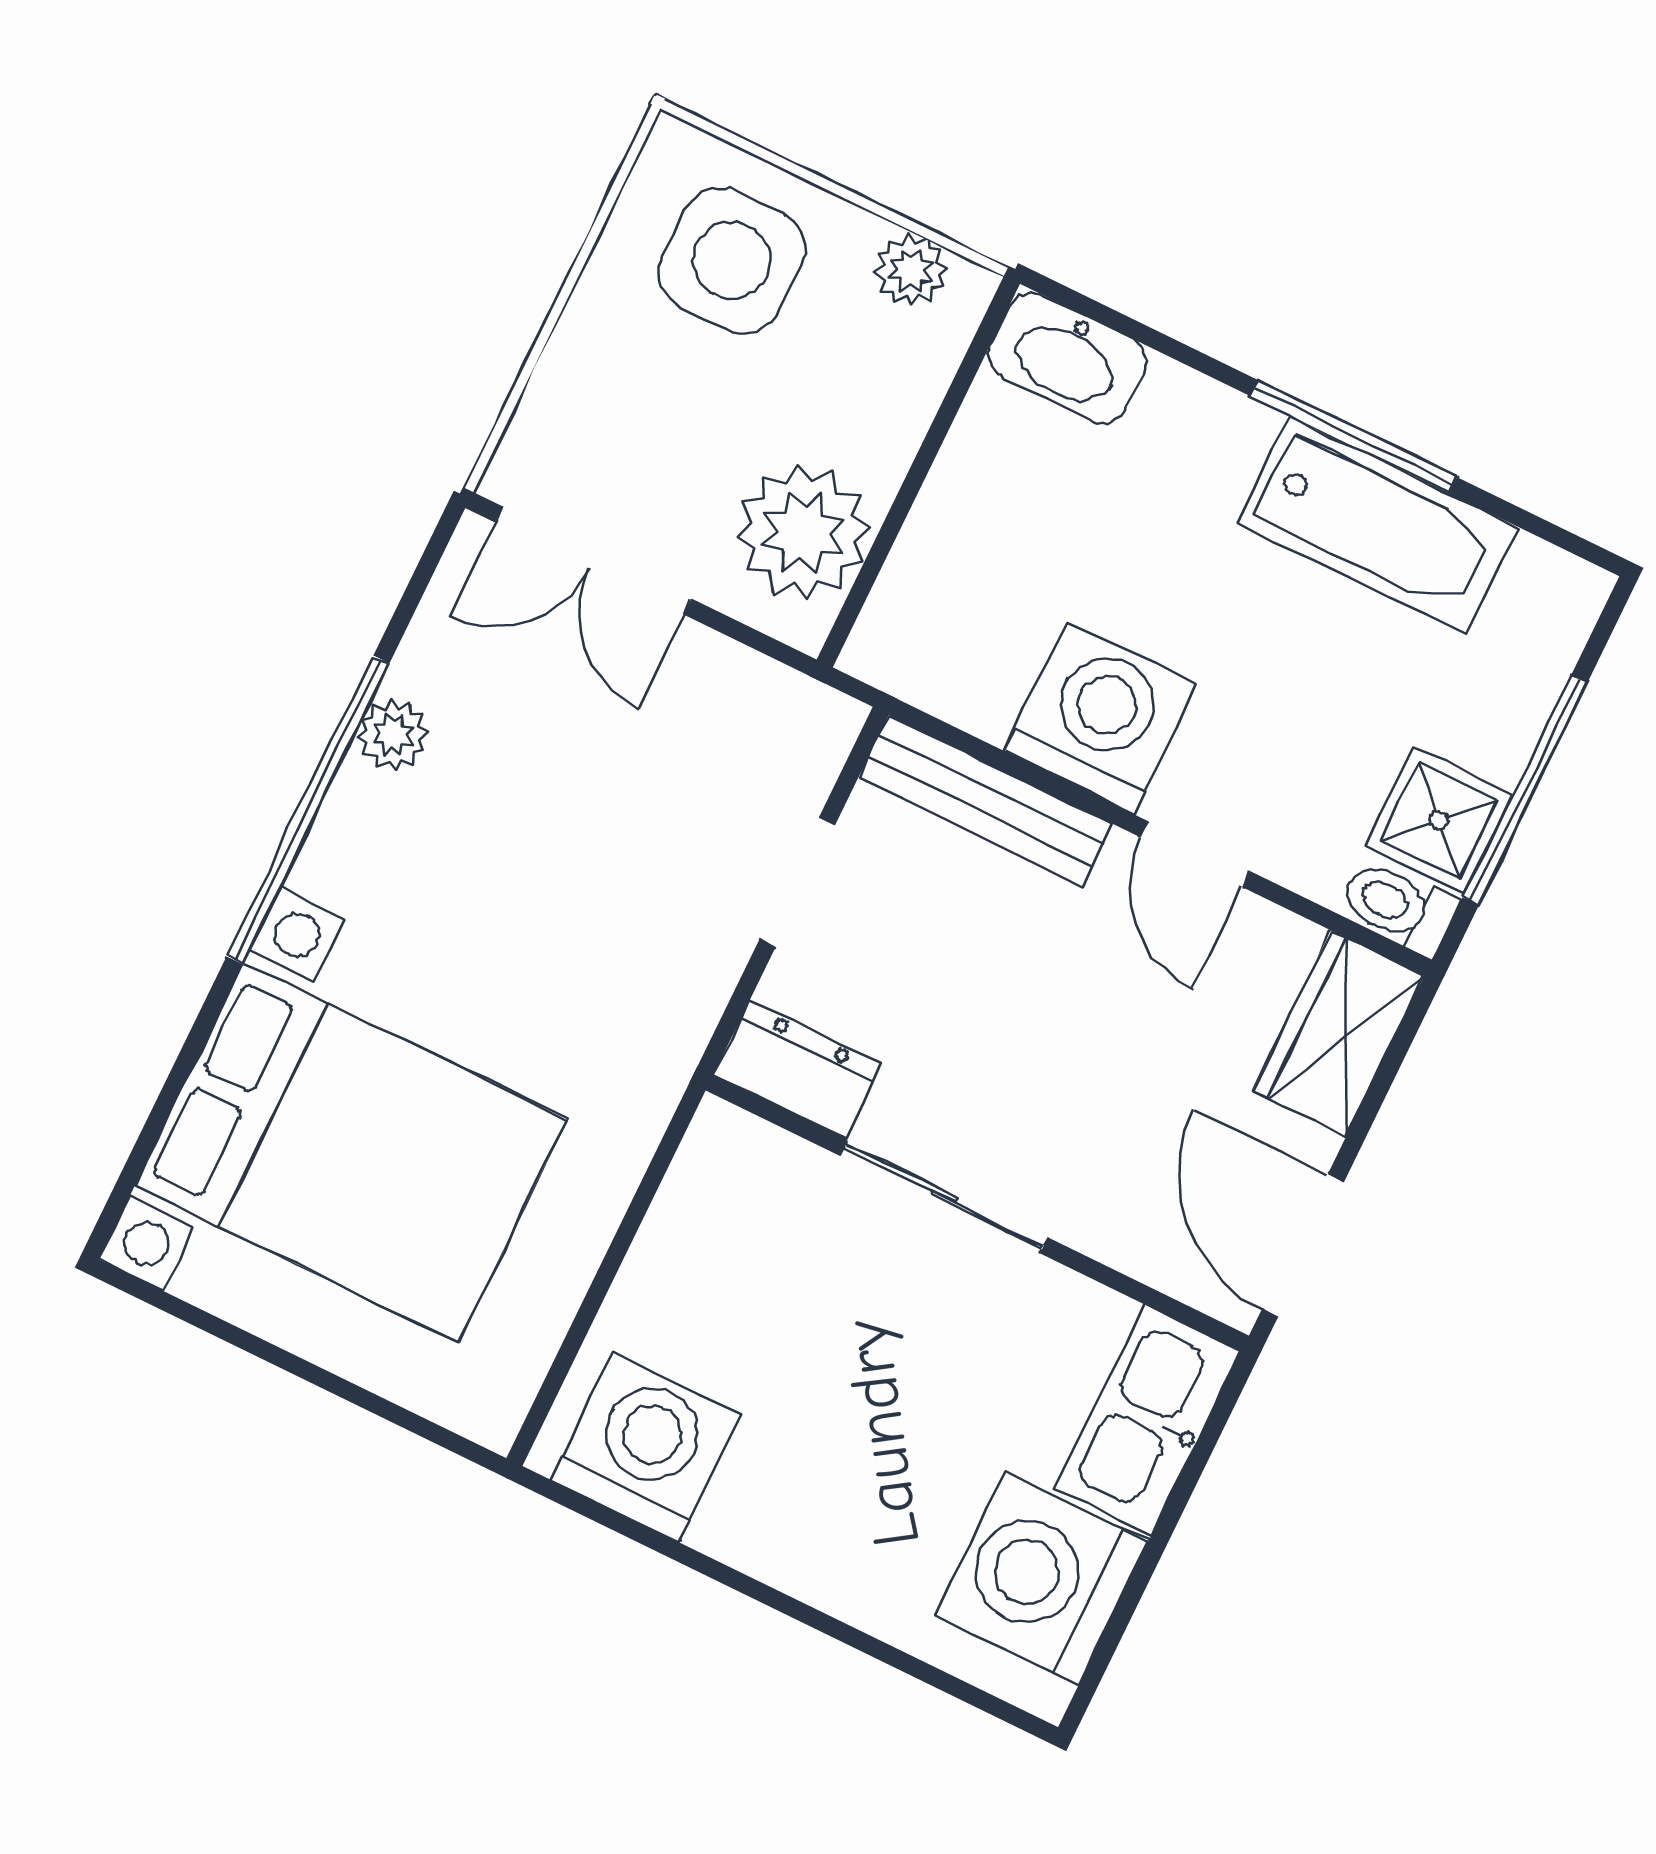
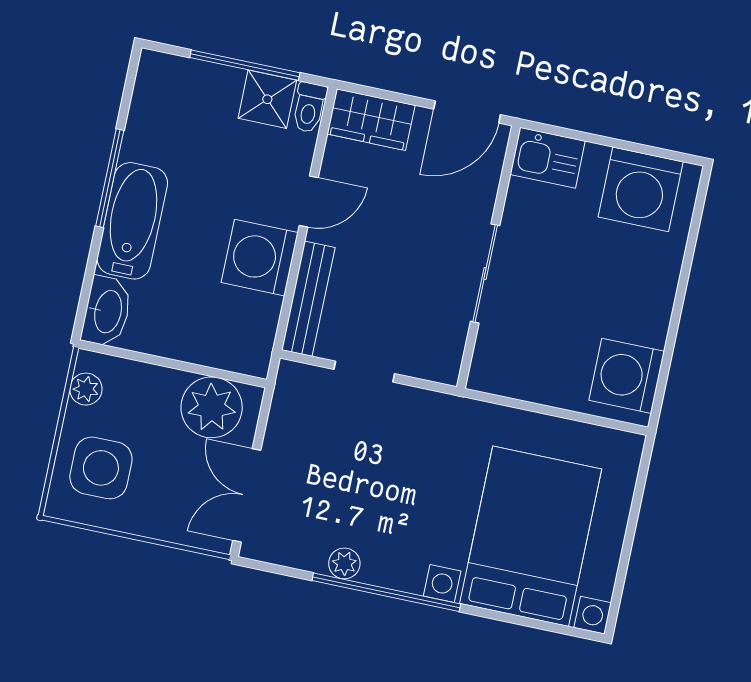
bathtub: (1377, 525) -> (132, 221), moved
double door: (594, 561) -> (247, 495), swing flipped
dresser: (797, 1069) -> (446, 351), removed
kitchen sink: (1148, 1420) -> (548, 158), width x0.73

